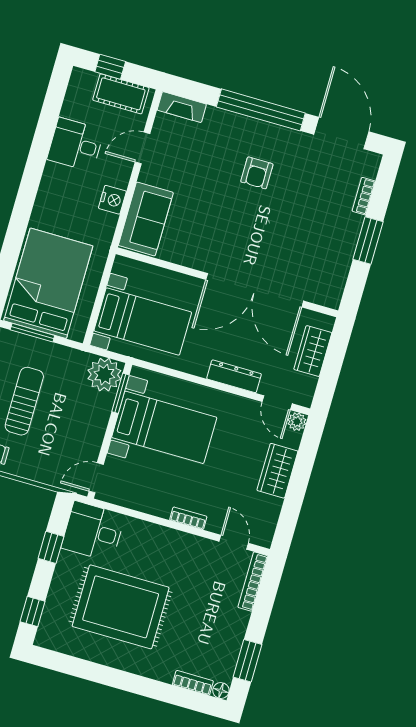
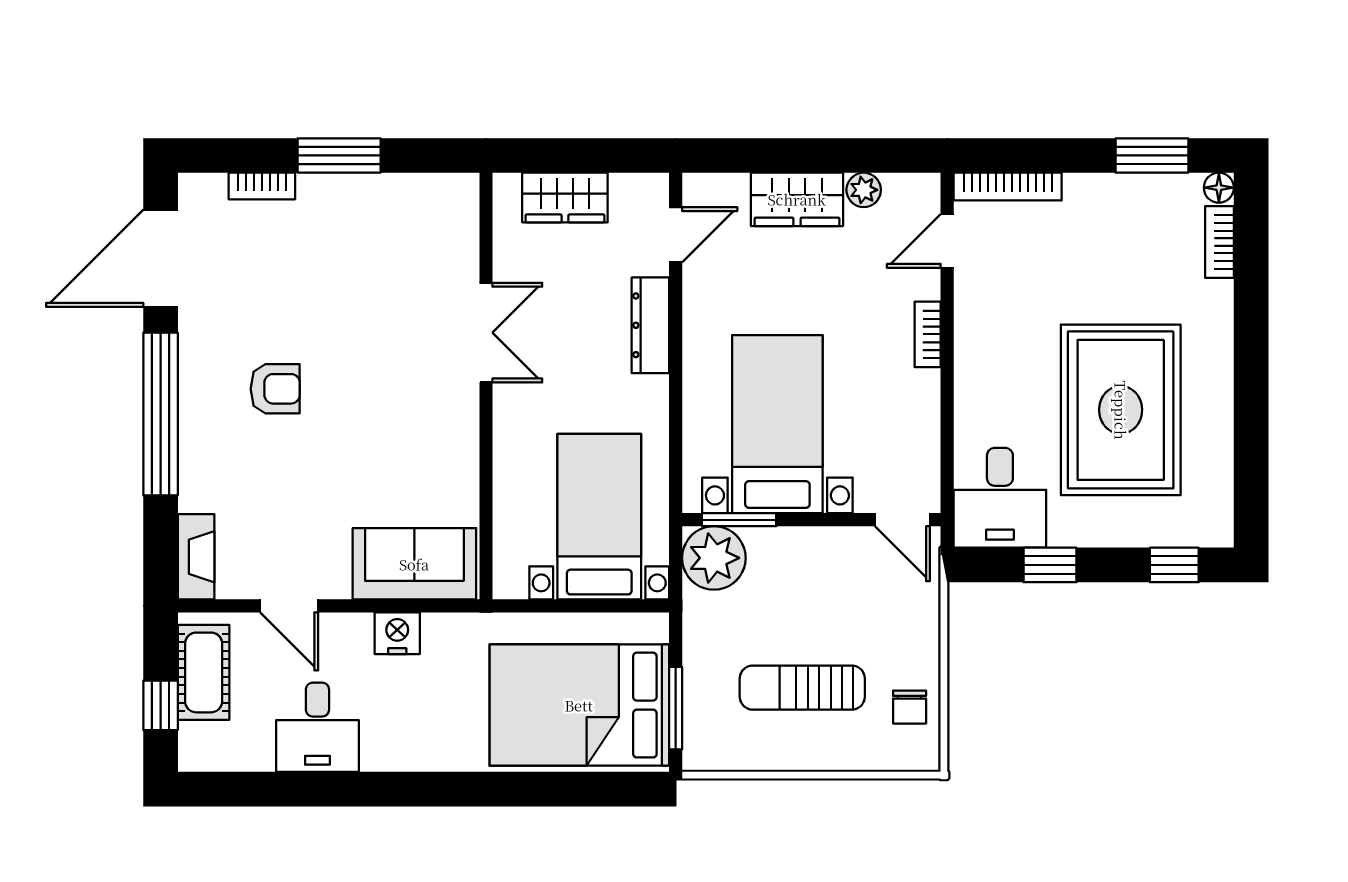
double door: (255, 290) -> (486, 333), width x0.54
plant: (297, 422) -> (864, 190), moved

